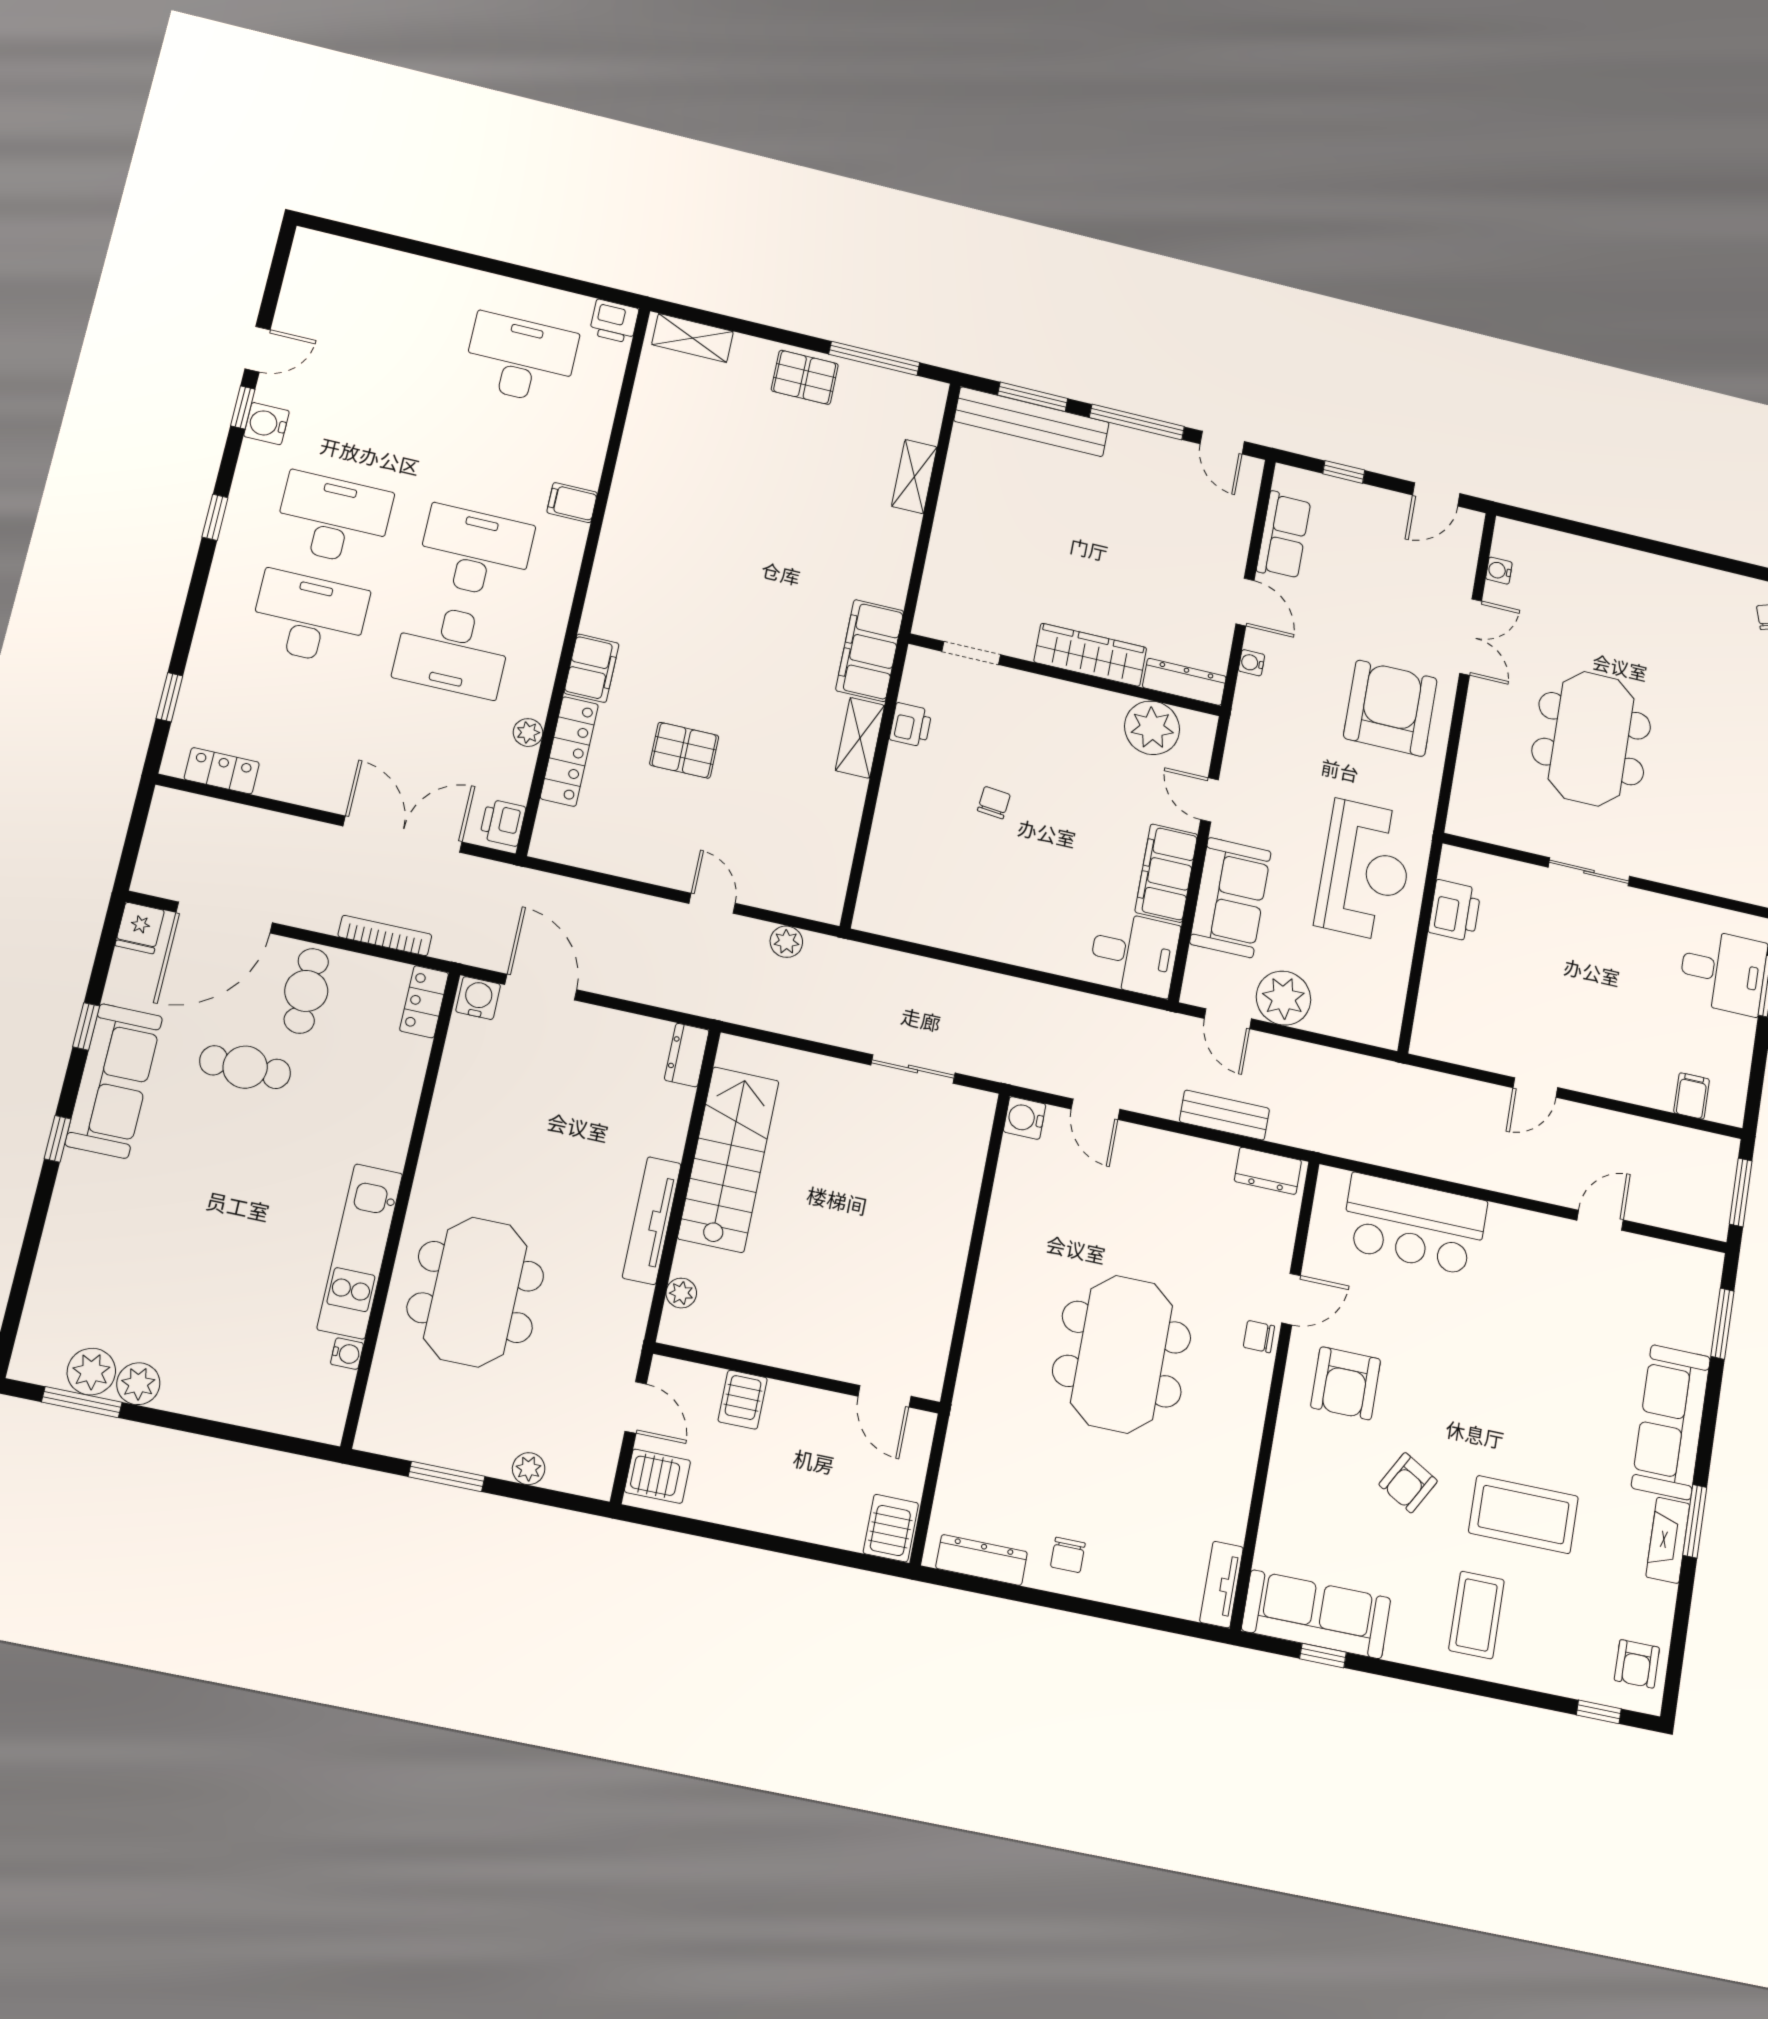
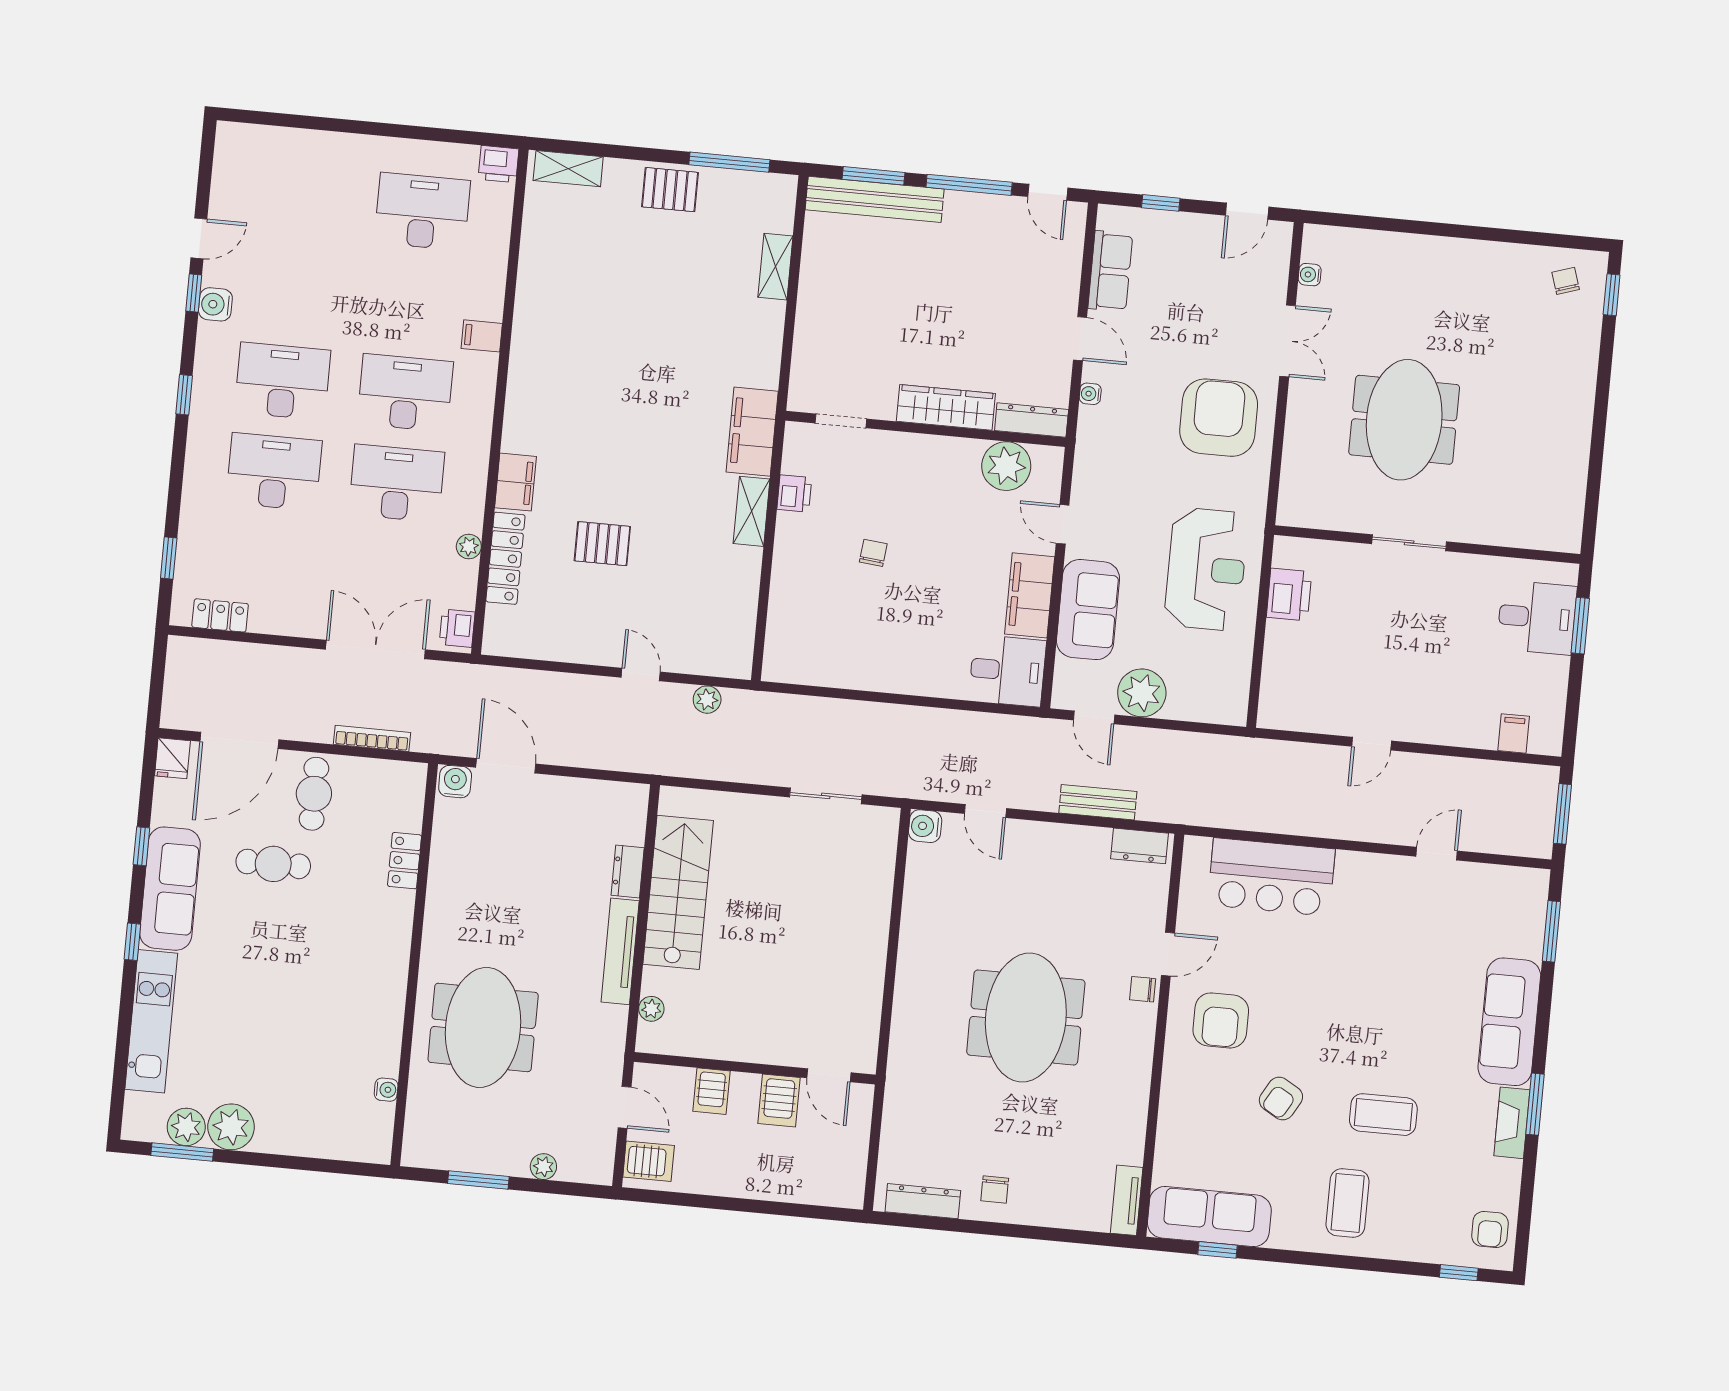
desk: (452, 650) -> (397, 483), turned 180
locker: (424, 1002) -> (405, 861), moved
dresser: (687, 1055) -> (628, 871), moved
kitchen unit: (360, 1251) -> (151, 1021), moved, turned 180
plant: (138, 1384) -> (231, 1127), width x1.36, depth x1.36
coffee table: (1523, 1515) -> (1383, 1115), width x0.73, depth x0.76
server rack: (891, 1528) -> (779, 1101), moved, turned 180

